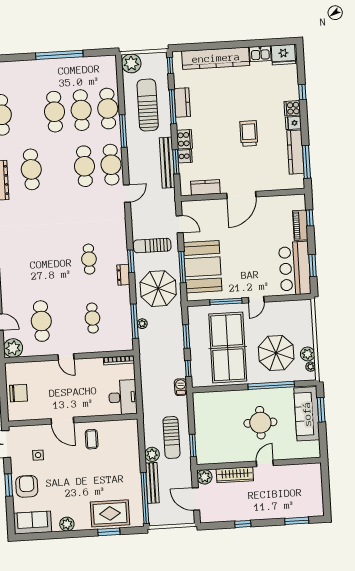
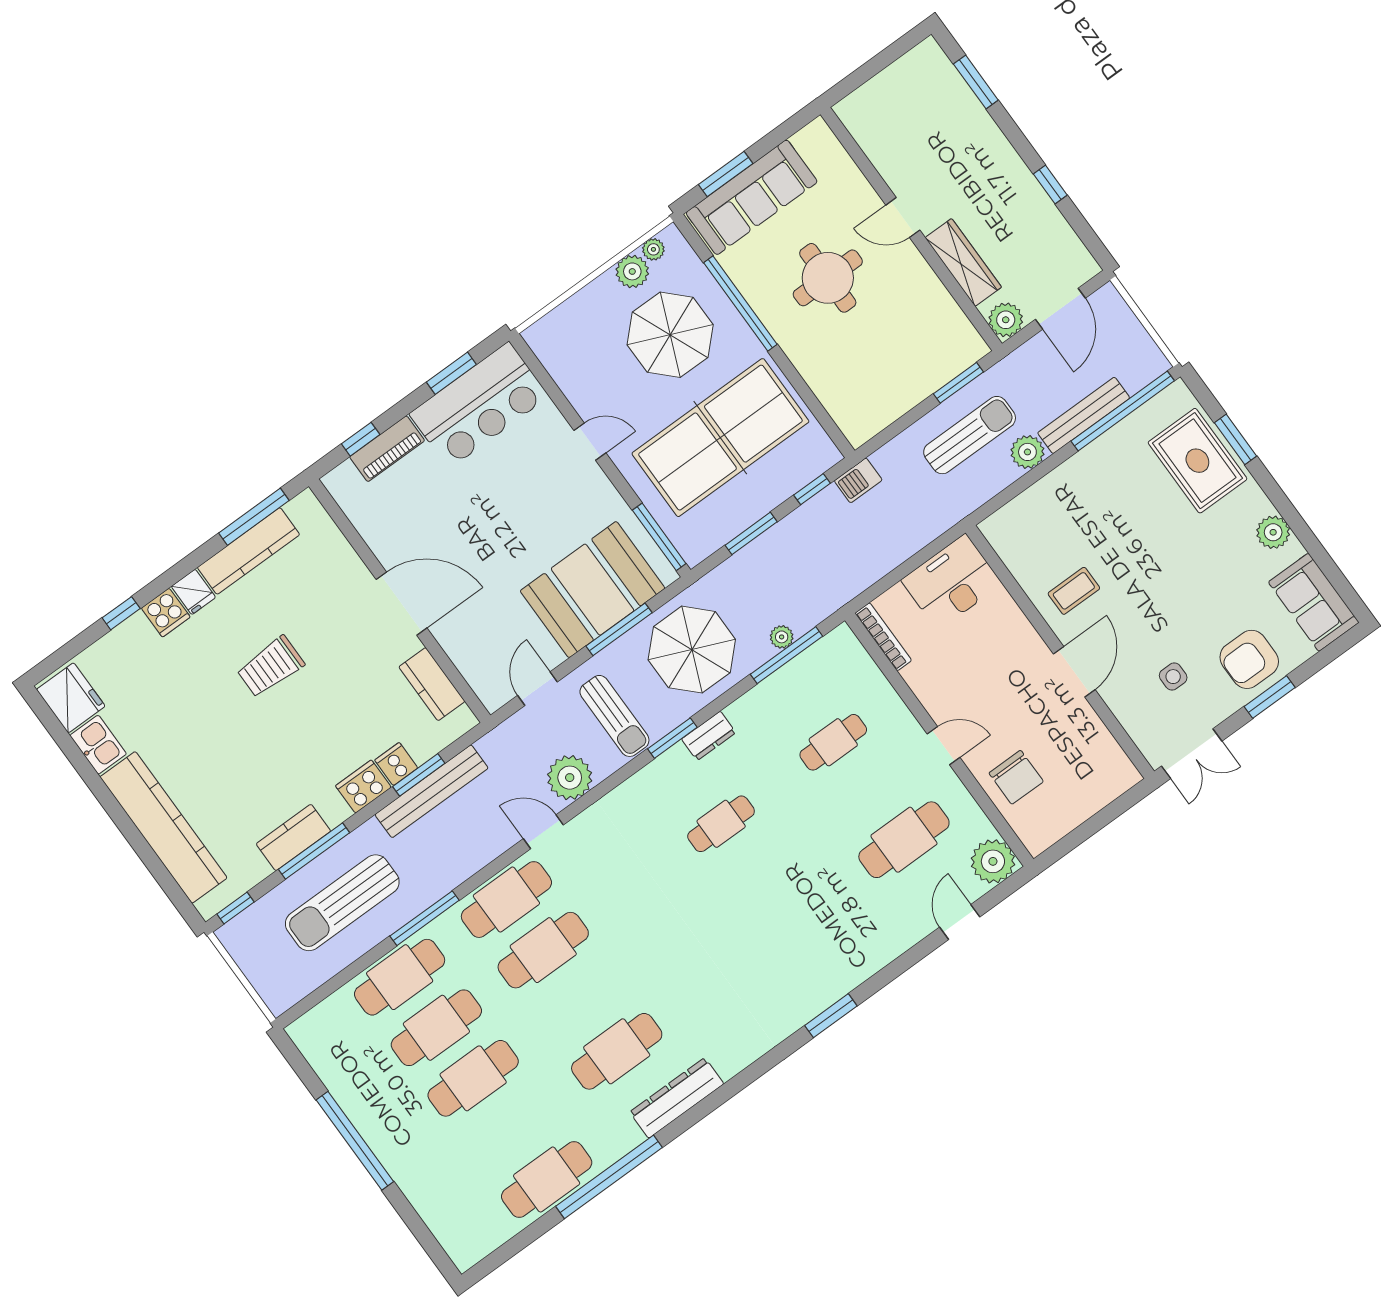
plant: (131, 63) -> (570, 778), moved
window: (226, 302) -> (659, 537), moved
door: (66, 357) -> (944, 746), hinge flipped
chair: (19, 393) -> (1016, 777), moved, turned 180

